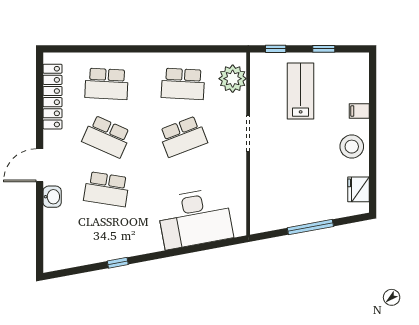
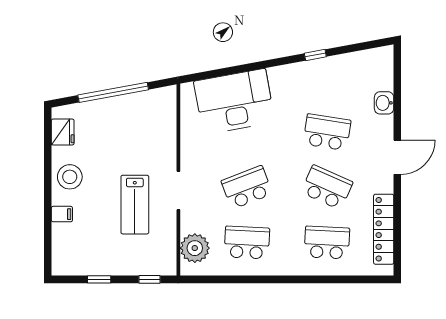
lab bench: (301, 91) -> (135, 205), moved
washbasin: (52, 197) -> (384, 103), moved
window: (310, 227) -> (113, 92), width x1.46

